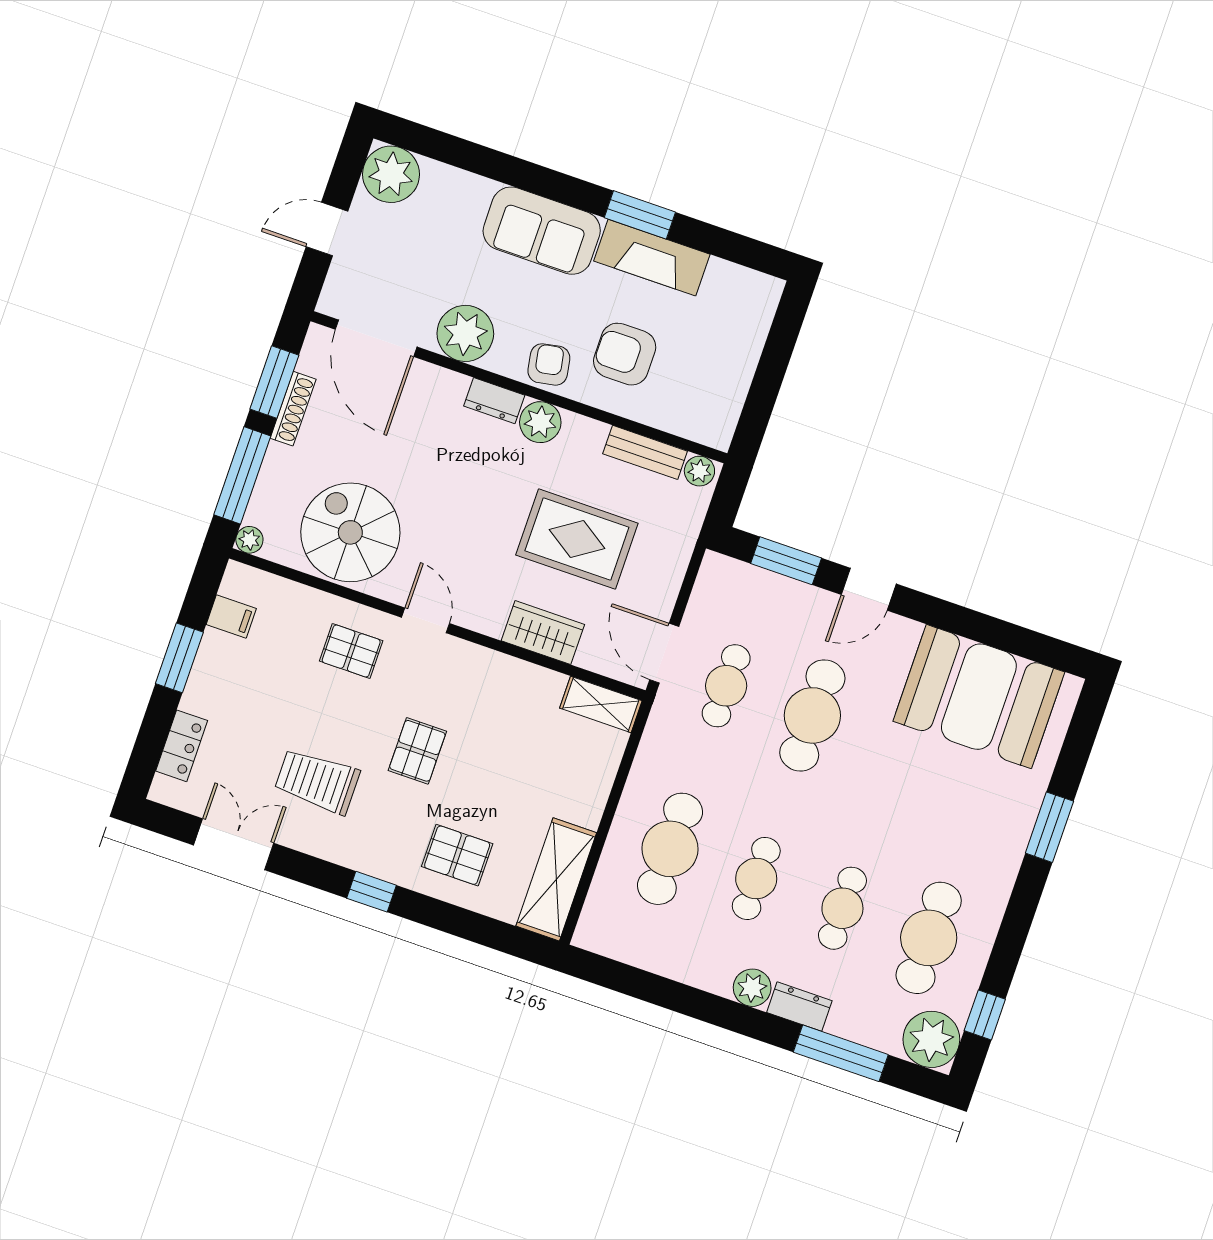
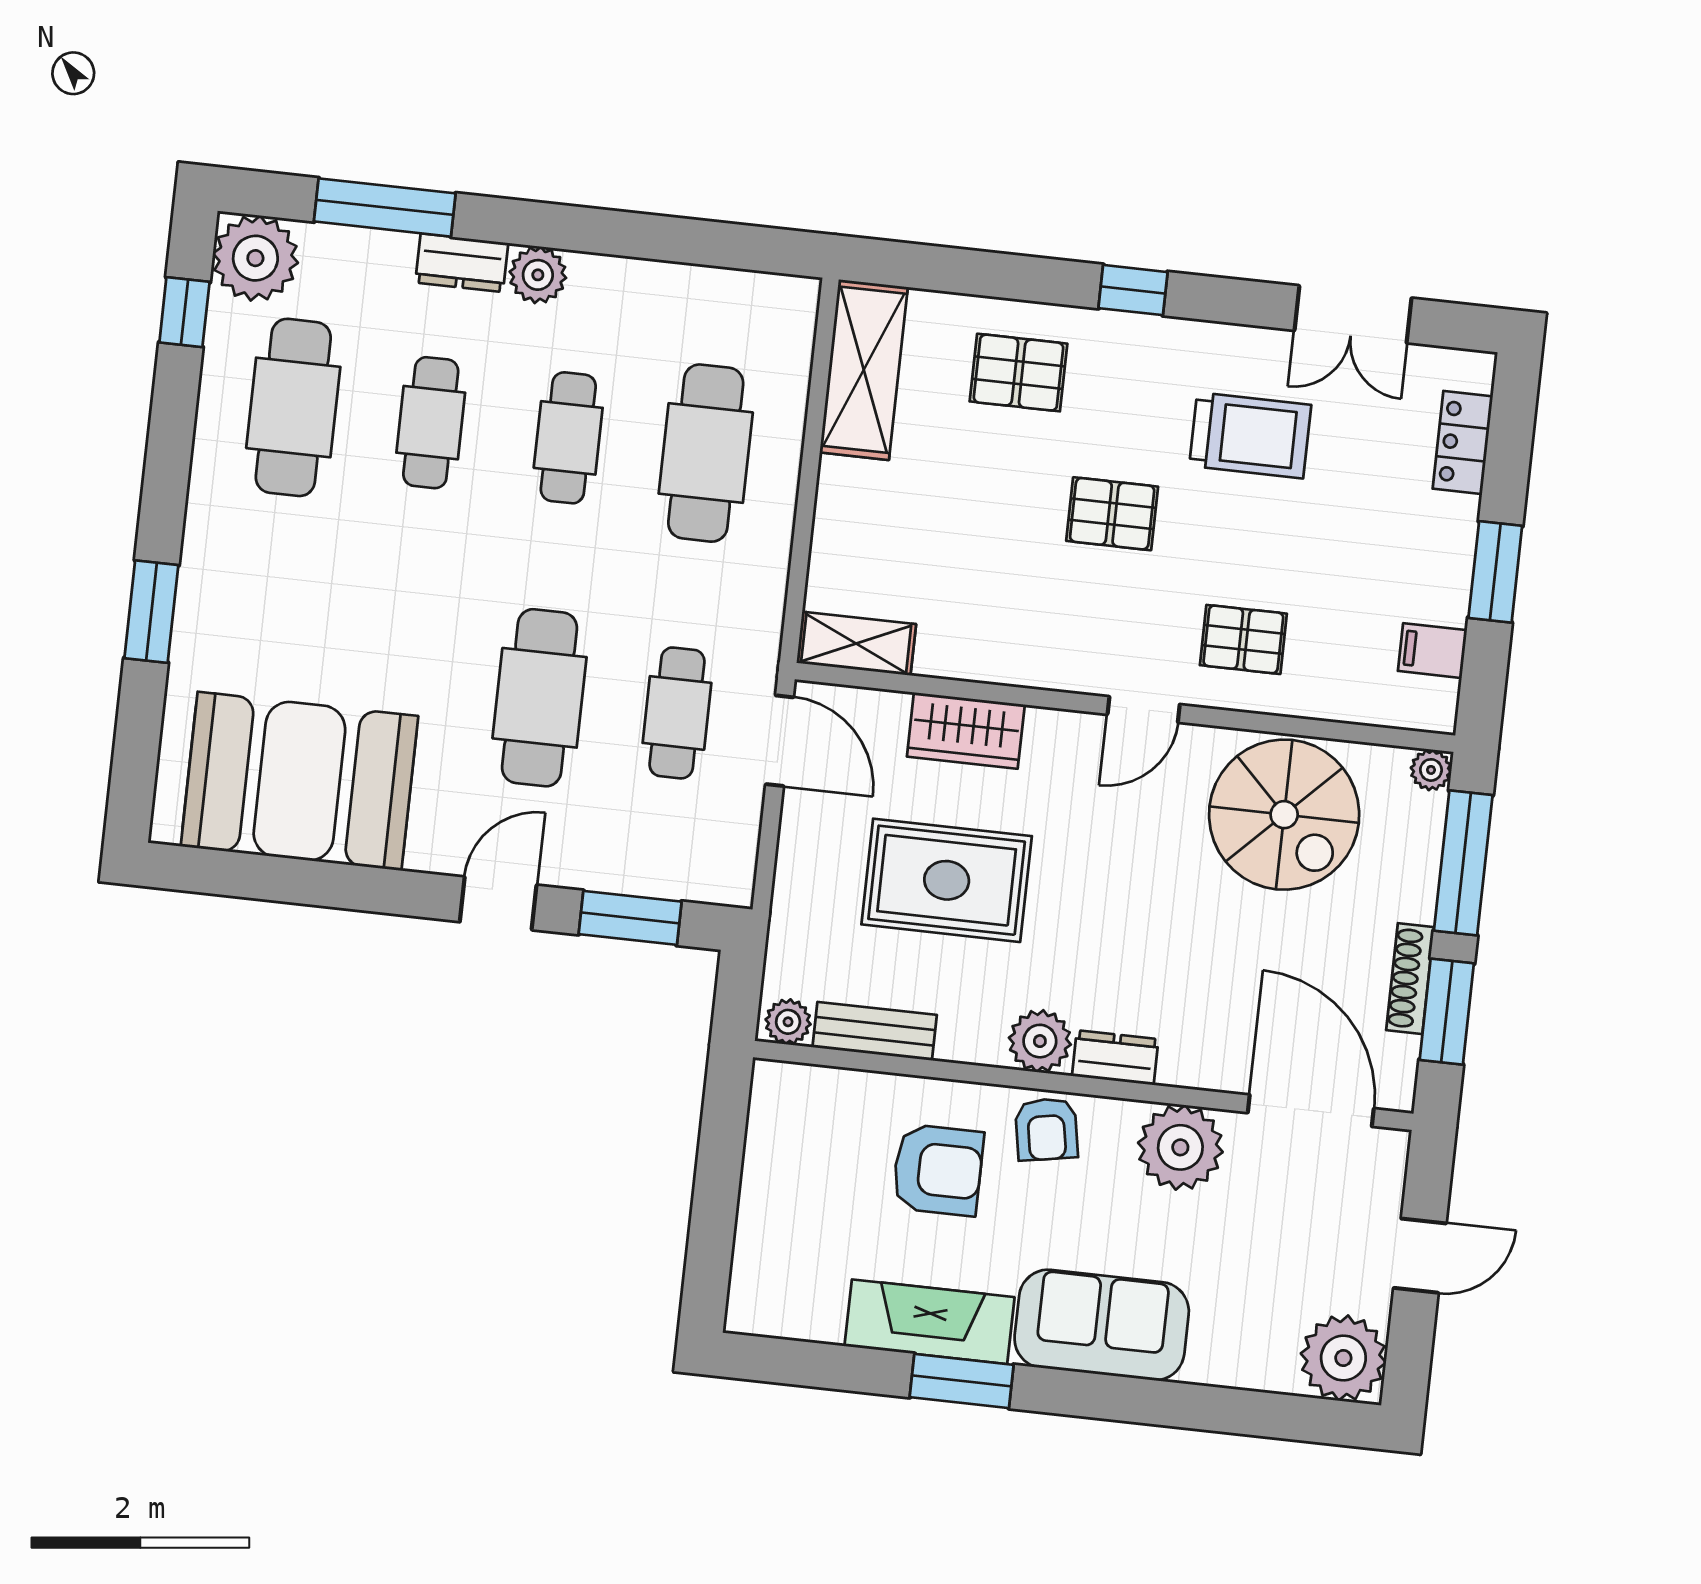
door: (426, 620) -> (1144, 709), hinge flipped
pallet: (417, 751) -> (1112, 514), turned 90

